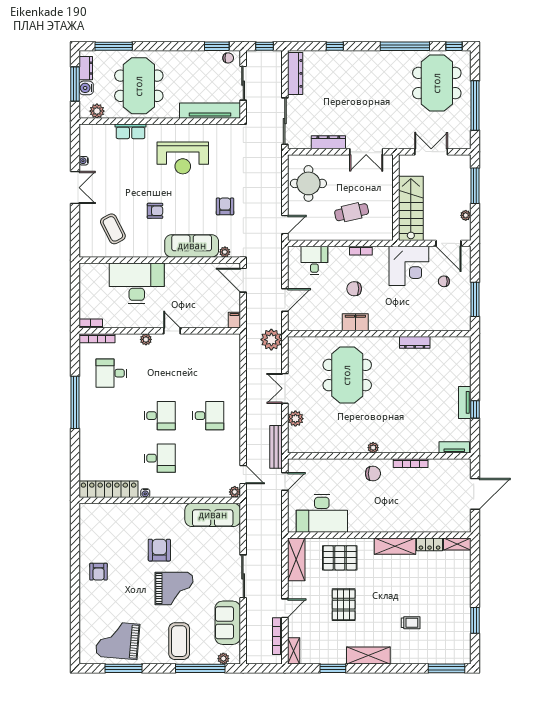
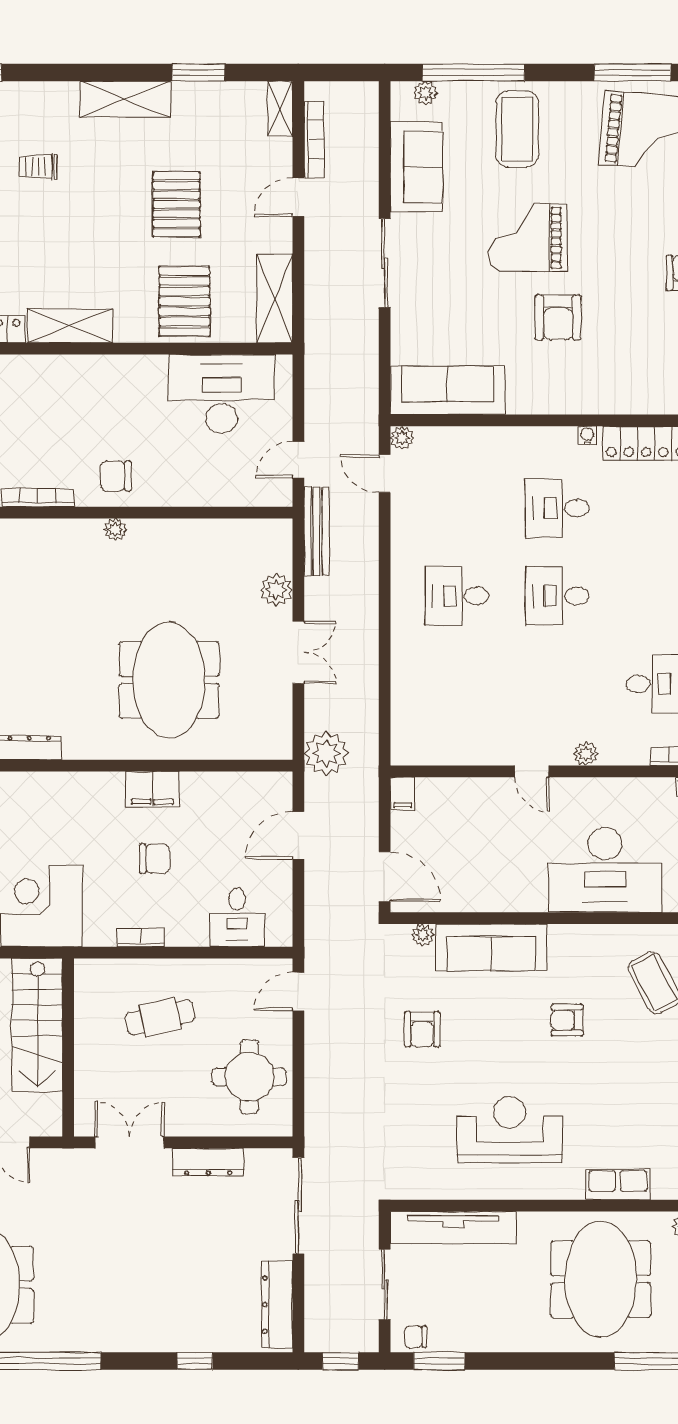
pallet: (340, 558) -> (184, 301), turned 90

